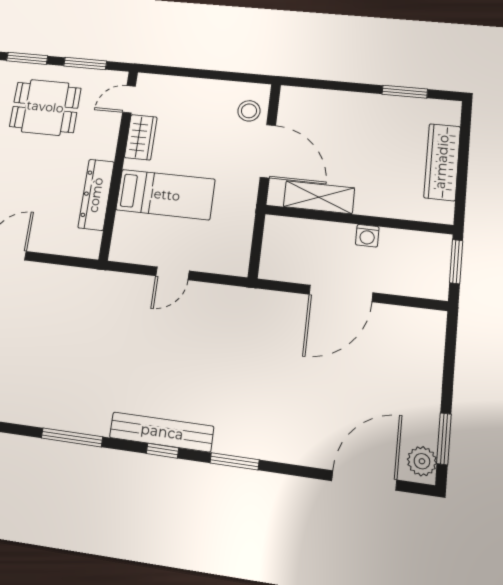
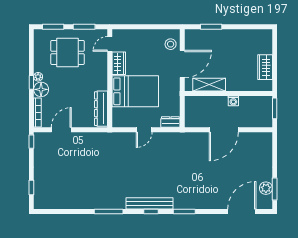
window: (405, 92) -> (211, 27), moved
door: (268, 151) -> (182, 64), hinge flipped
wardrobe: (442, 162) -> (265, 67), width x0.67
dresser: (96, 195) -> (101, 109), moved
bed: (165, 195) -> (135, 91), width x1.50
dresser: (229, 264) -> (170, 122), added
plant: (422, 461) -> (266, 188), moved

